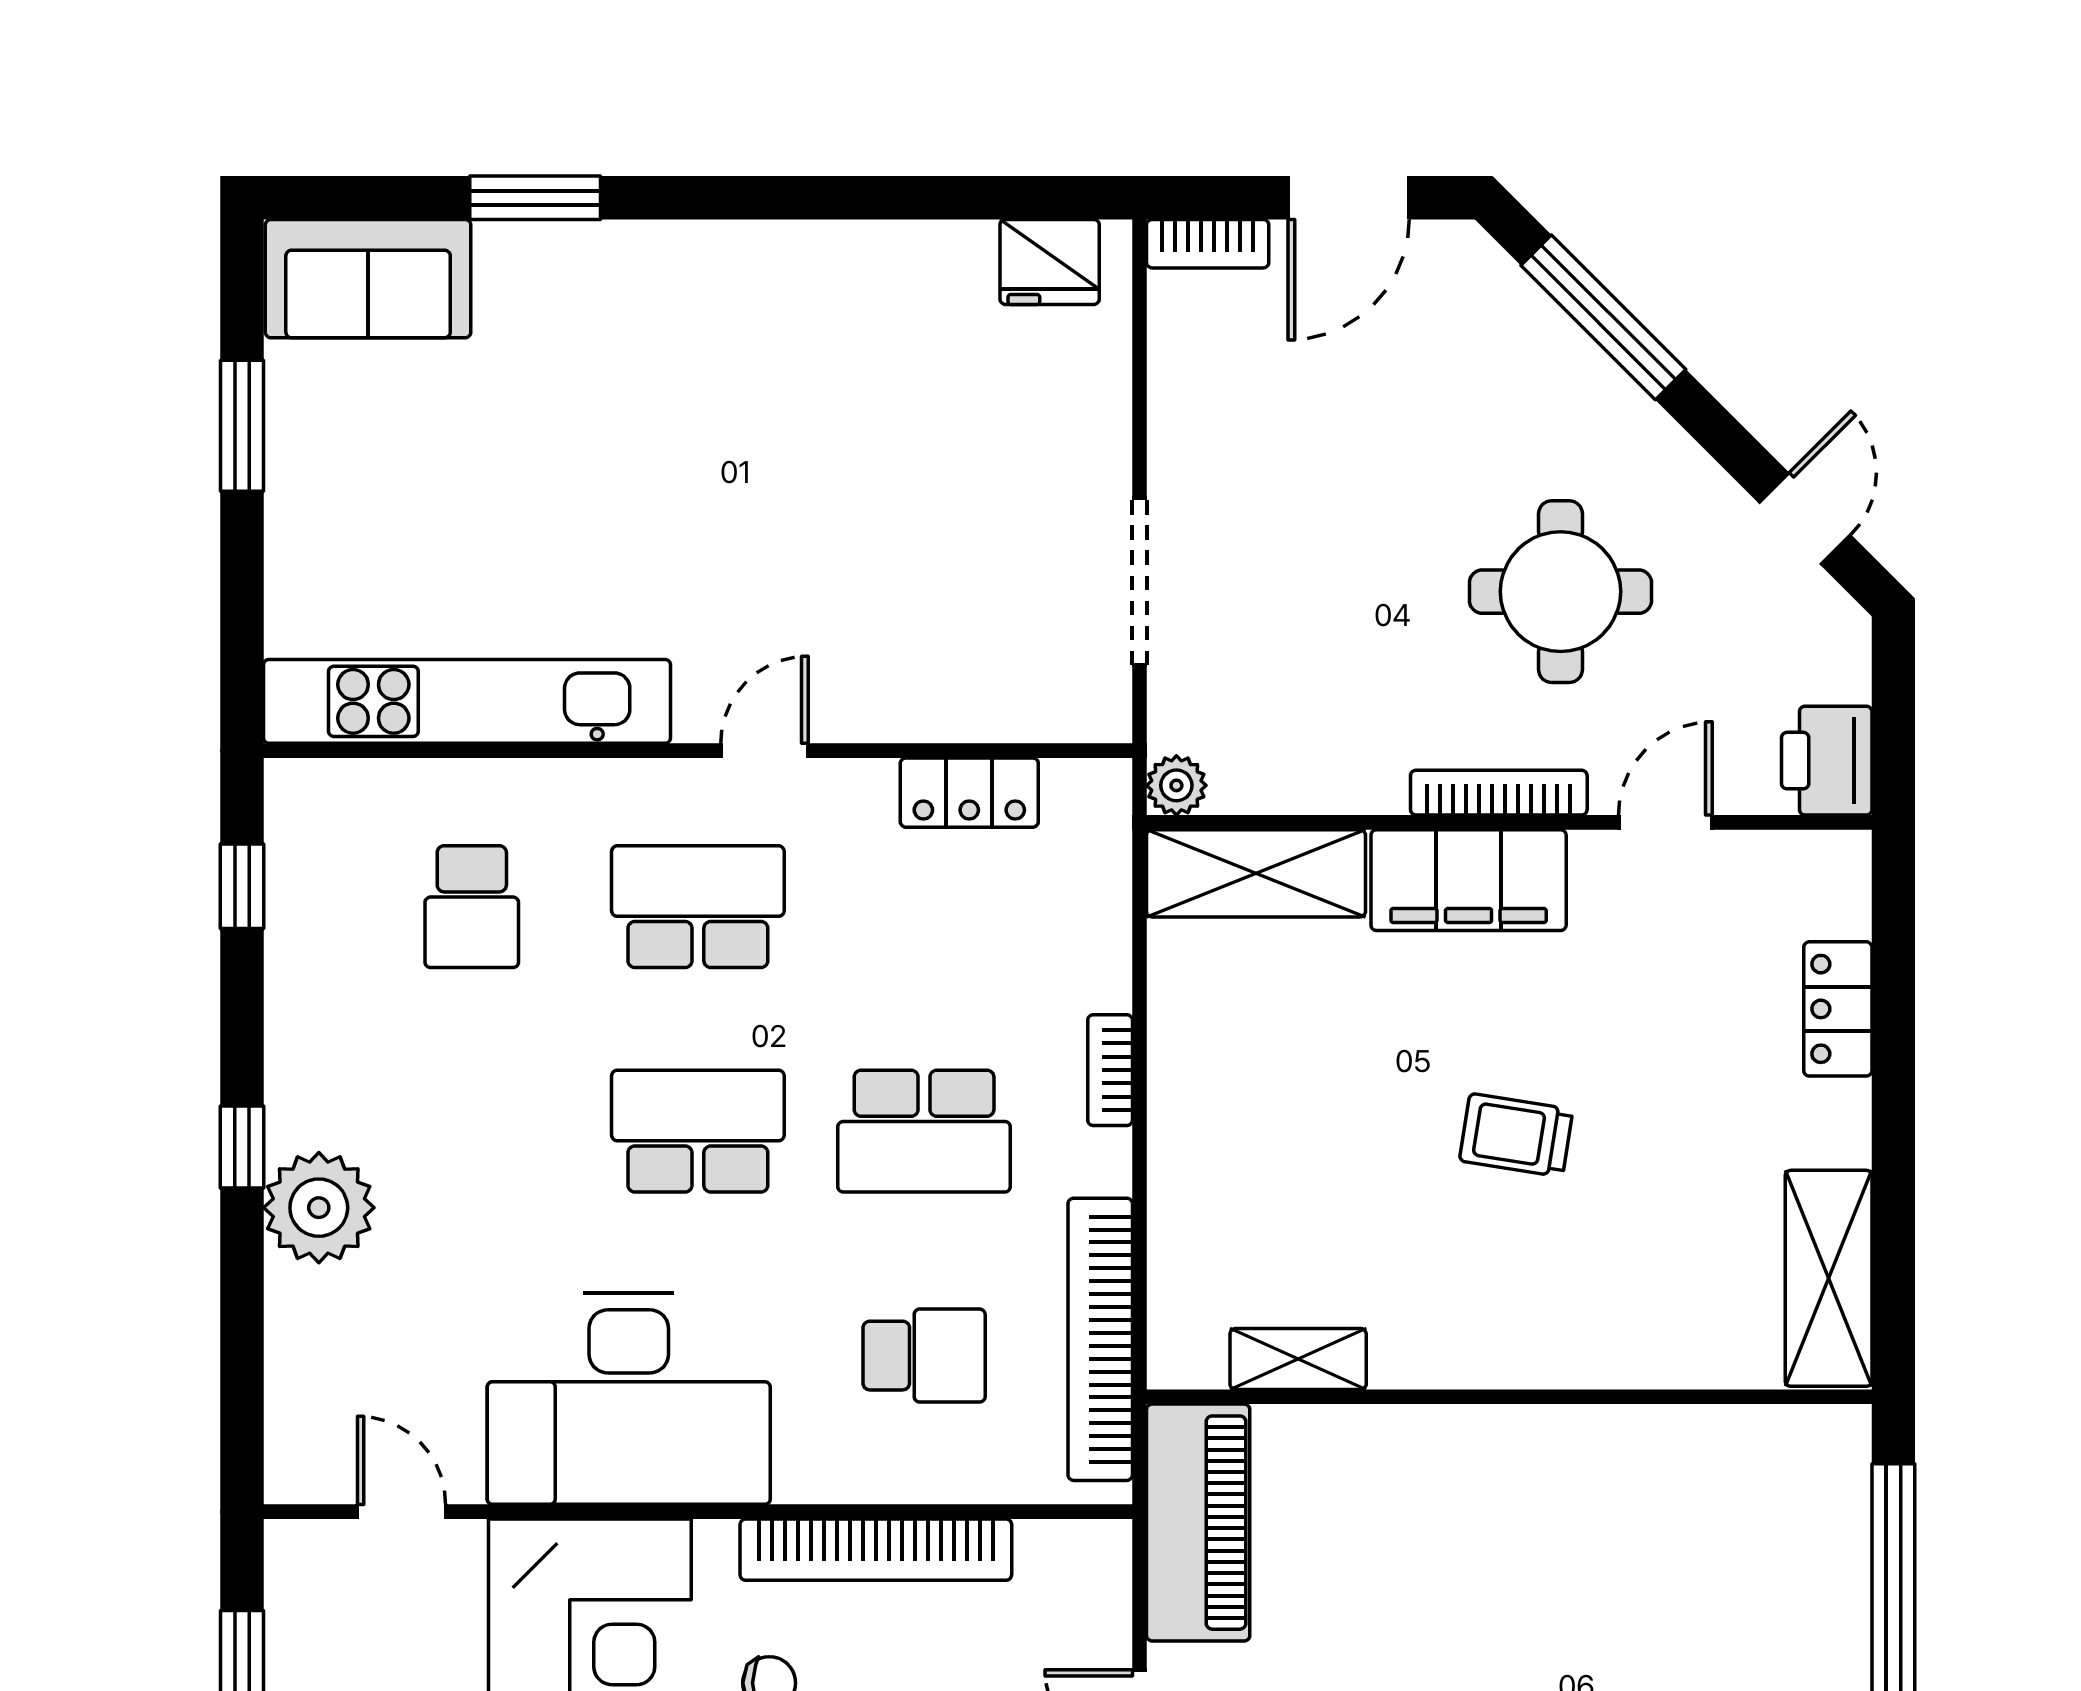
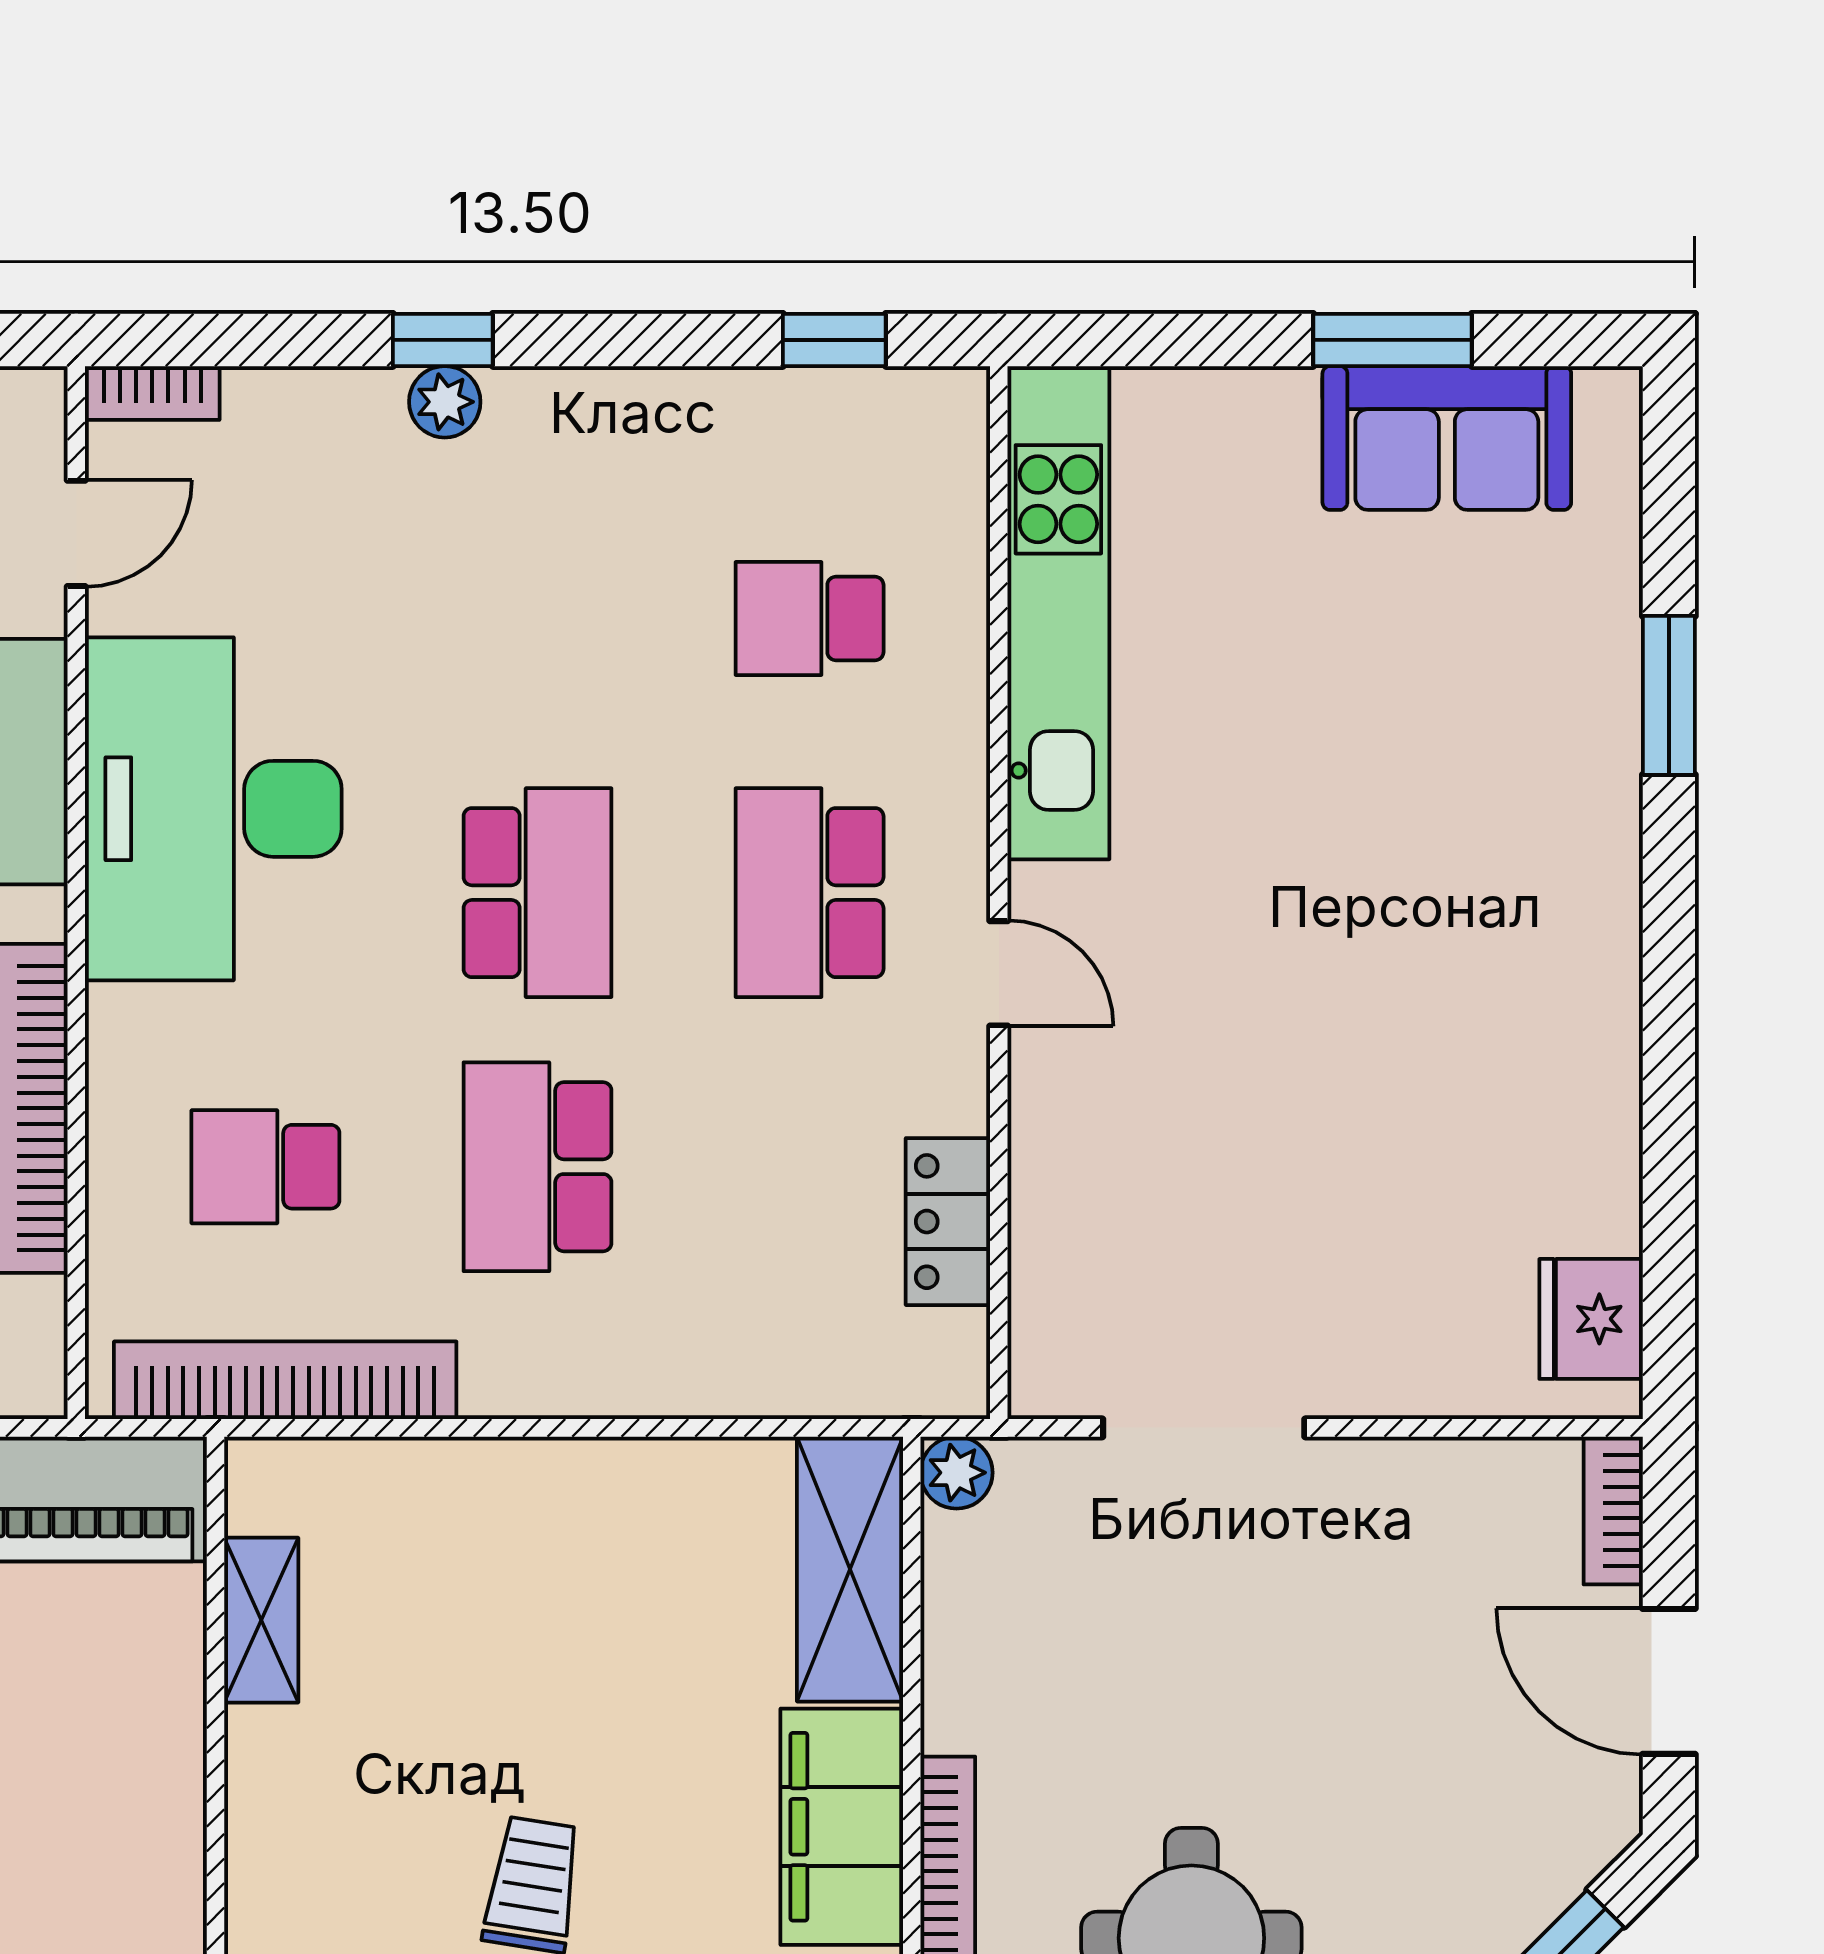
sofa: (368, 279) -> (1447, 438), moved, turned -90
school desk: (698, 907) -> (810, 893), turned 180
bookcase: (1110, 1070) -> (152, 393), moved, turned 180
window: (242, 1147) -> (443, 340), moved
plant: (319, 1208) -> (445, 402), width x0.53, depth x0.53
school desk: (924, 1356) -> (265, 1167), turned 90

